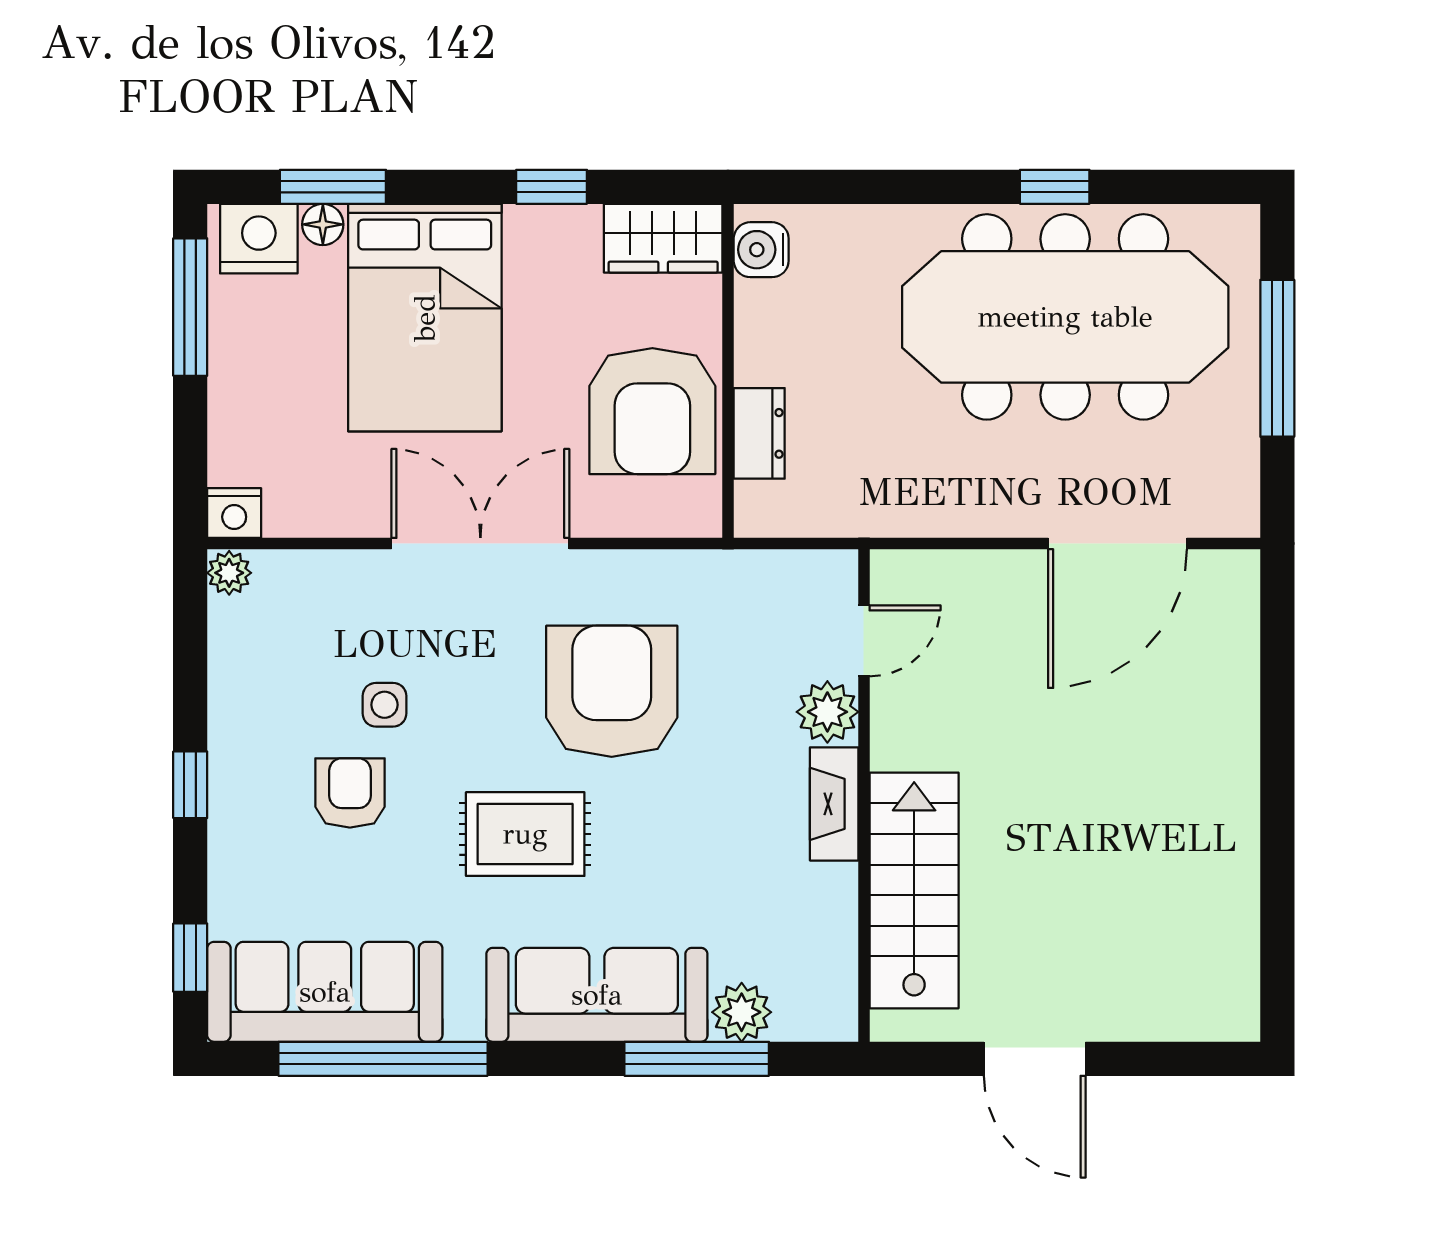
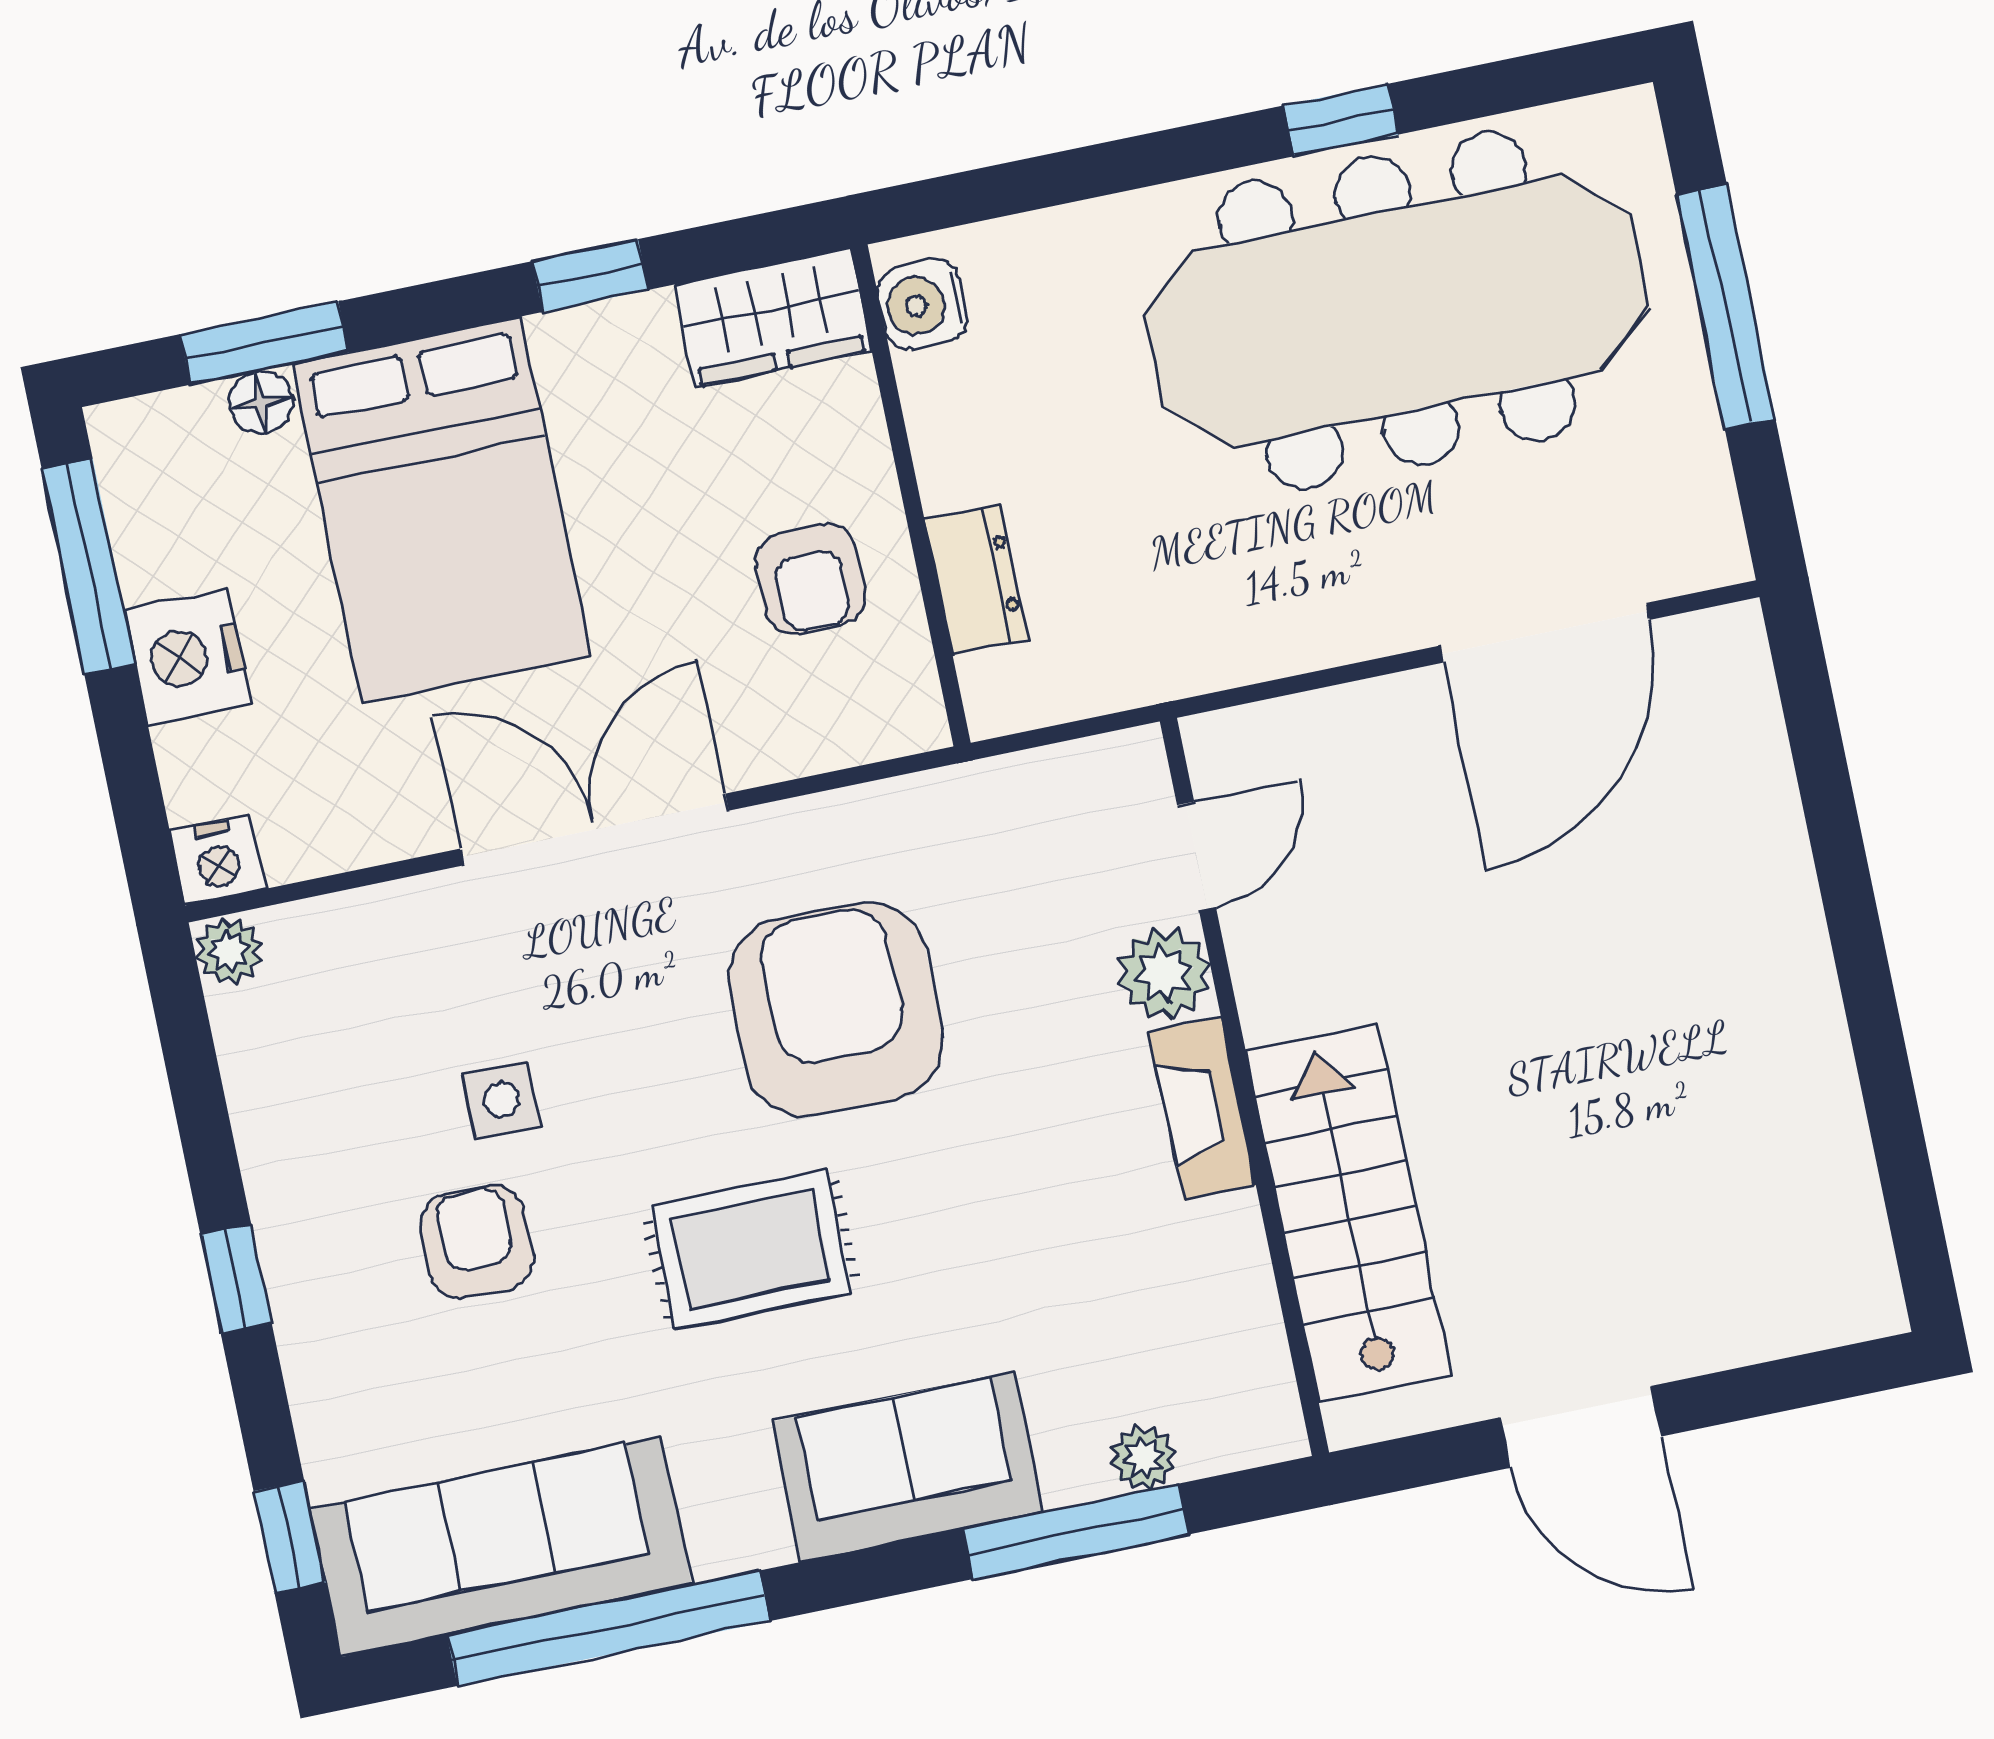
nightstand: (259, 239) -> (188, 657), moved, turned -90
armchair: (652, 411) -> (810, 579), width x0.53, depth x0.53
sofa: (597, 995) -> (908, 1467), width x0.73
plant: (742, 1012) -> (1143, 1458), width x0.73, depth x0.73

